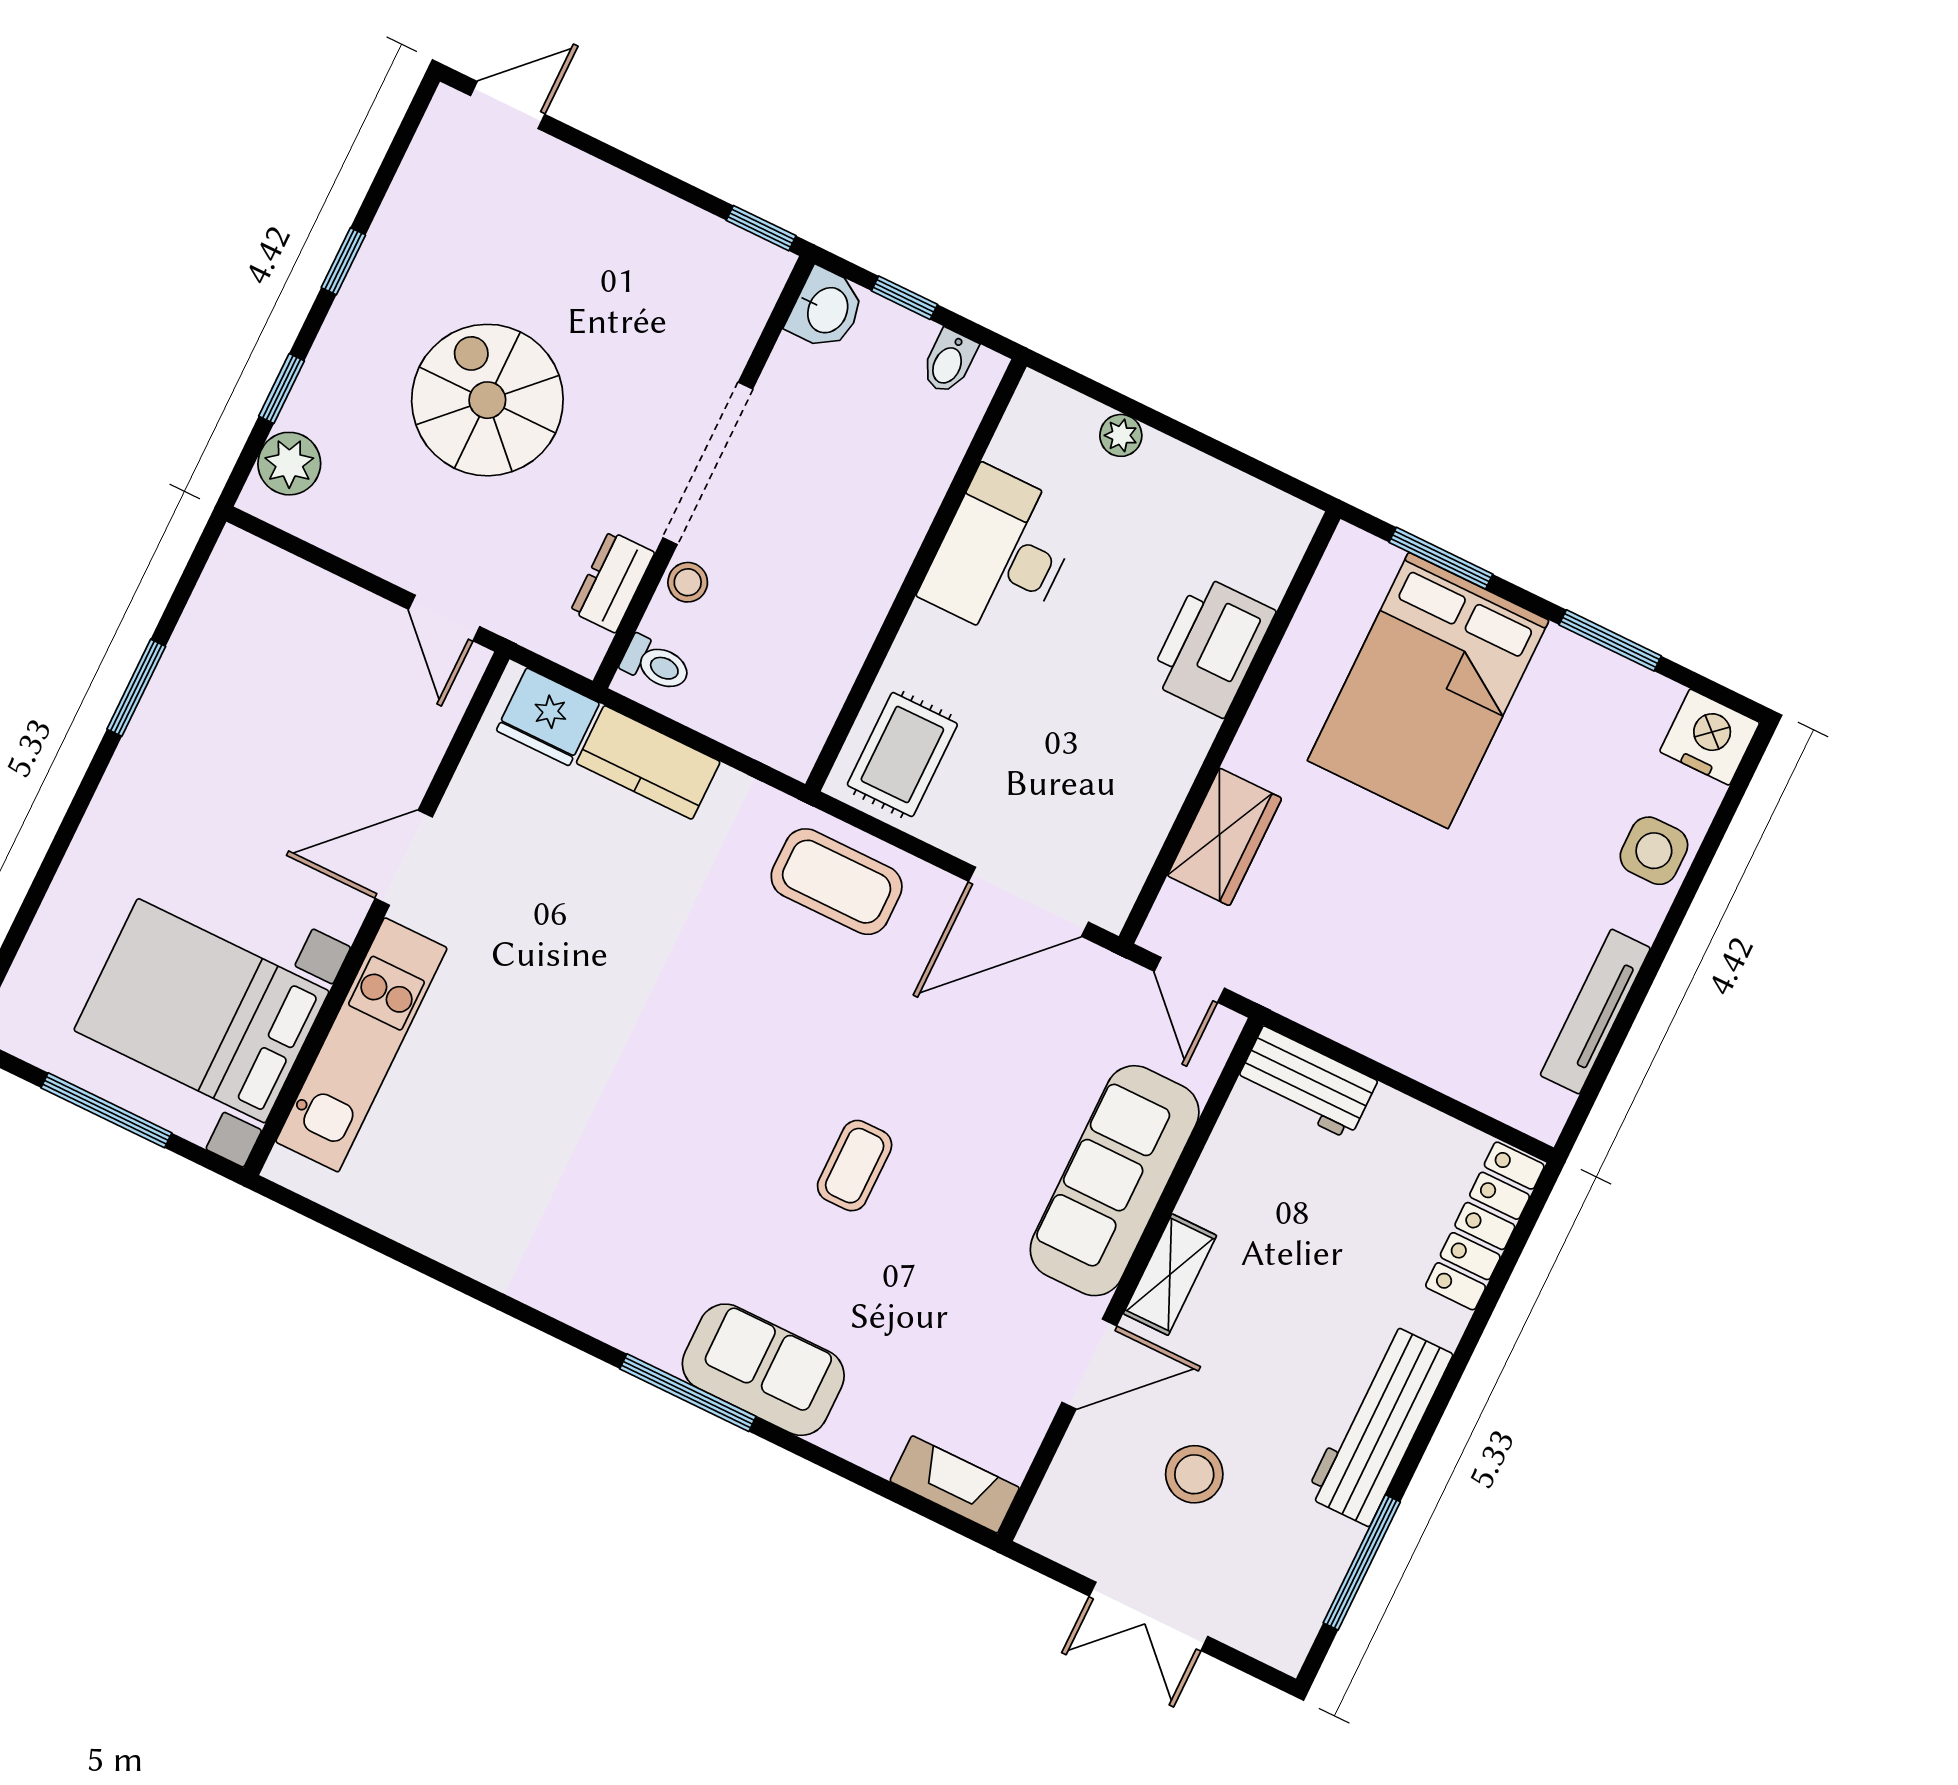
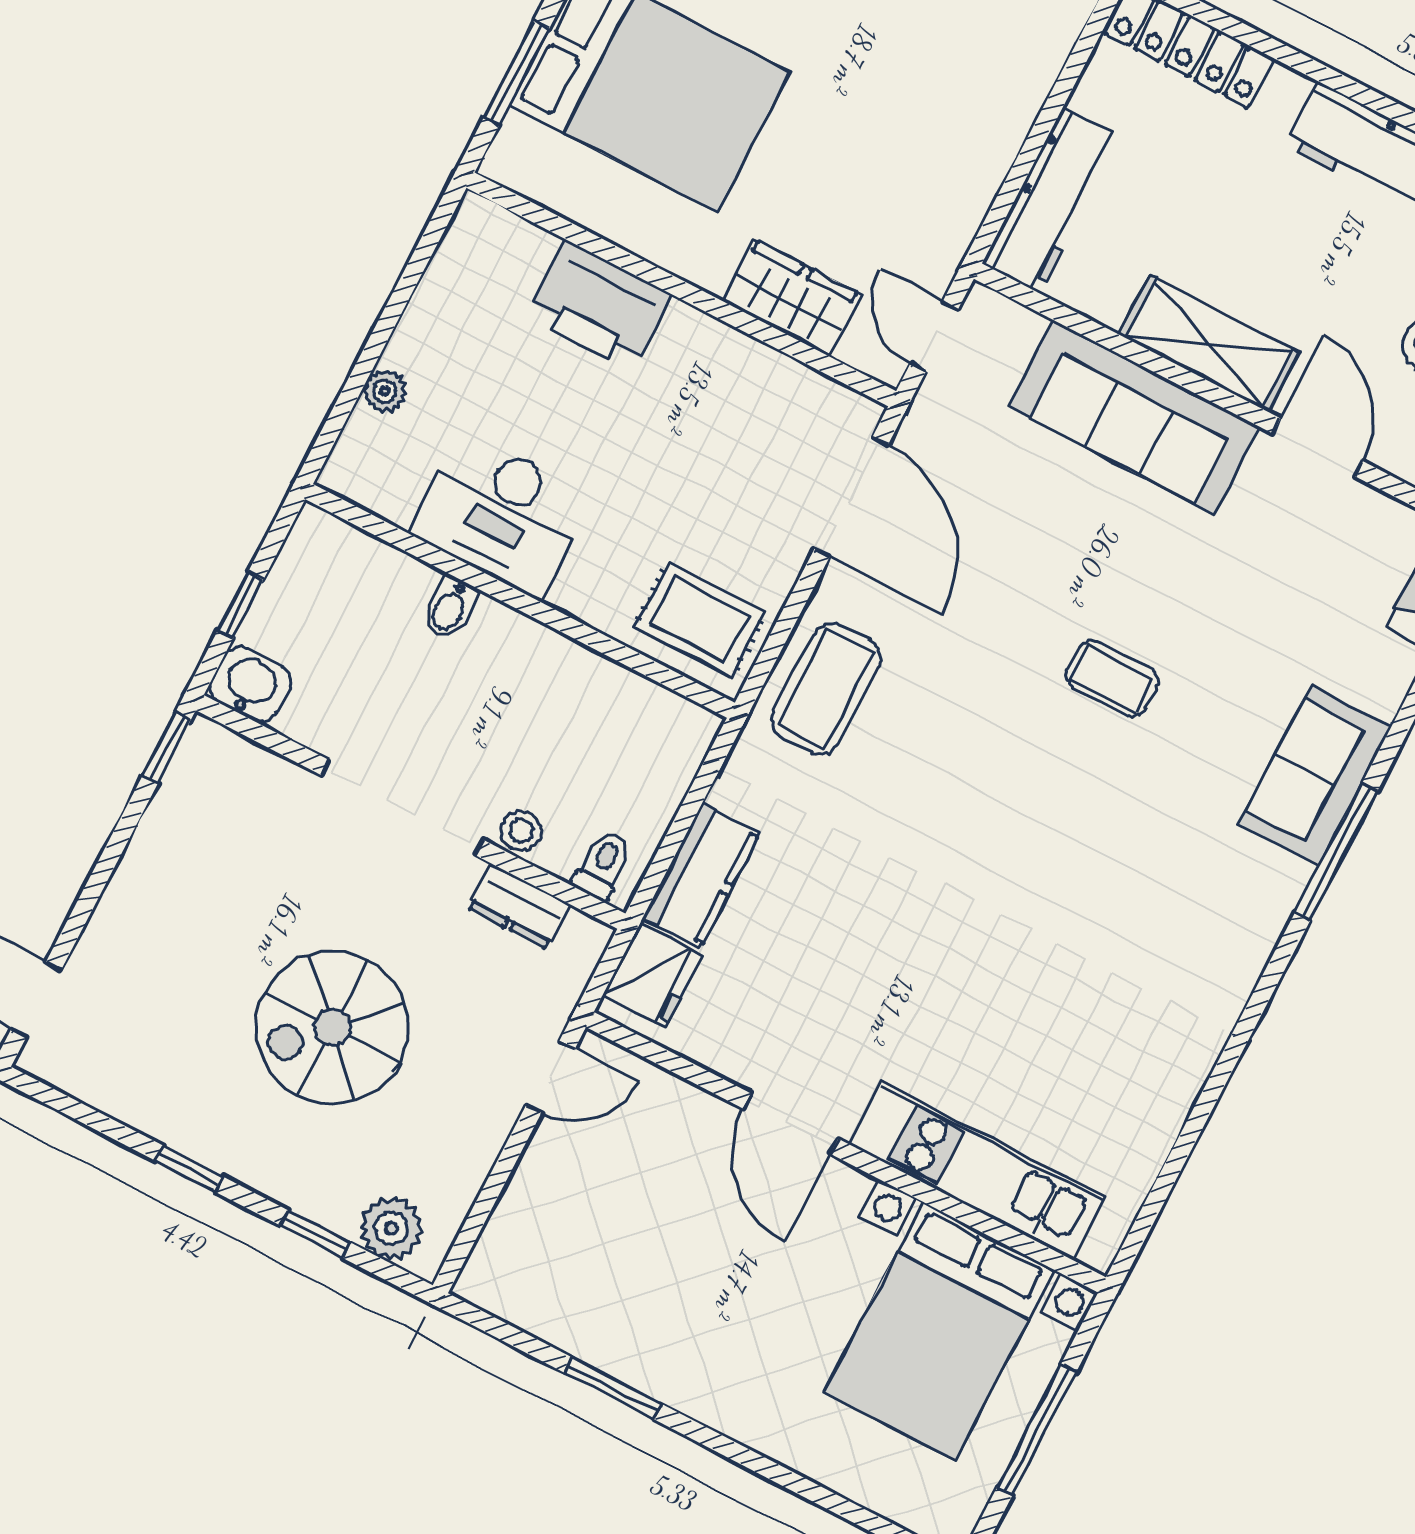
bidet: (949, 362) -> (450, 608), moved, turned 90
door: (1189, 980) -> (934, 337), swing flipped
workbench: (1306, 1083) -> (1052, 200), width x1.38
shelving: (1170, 1275) -> (1209, 344), width x1.50, depth x1.33

